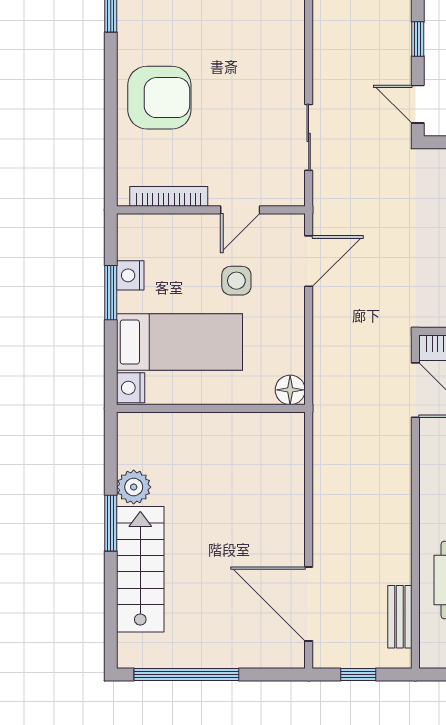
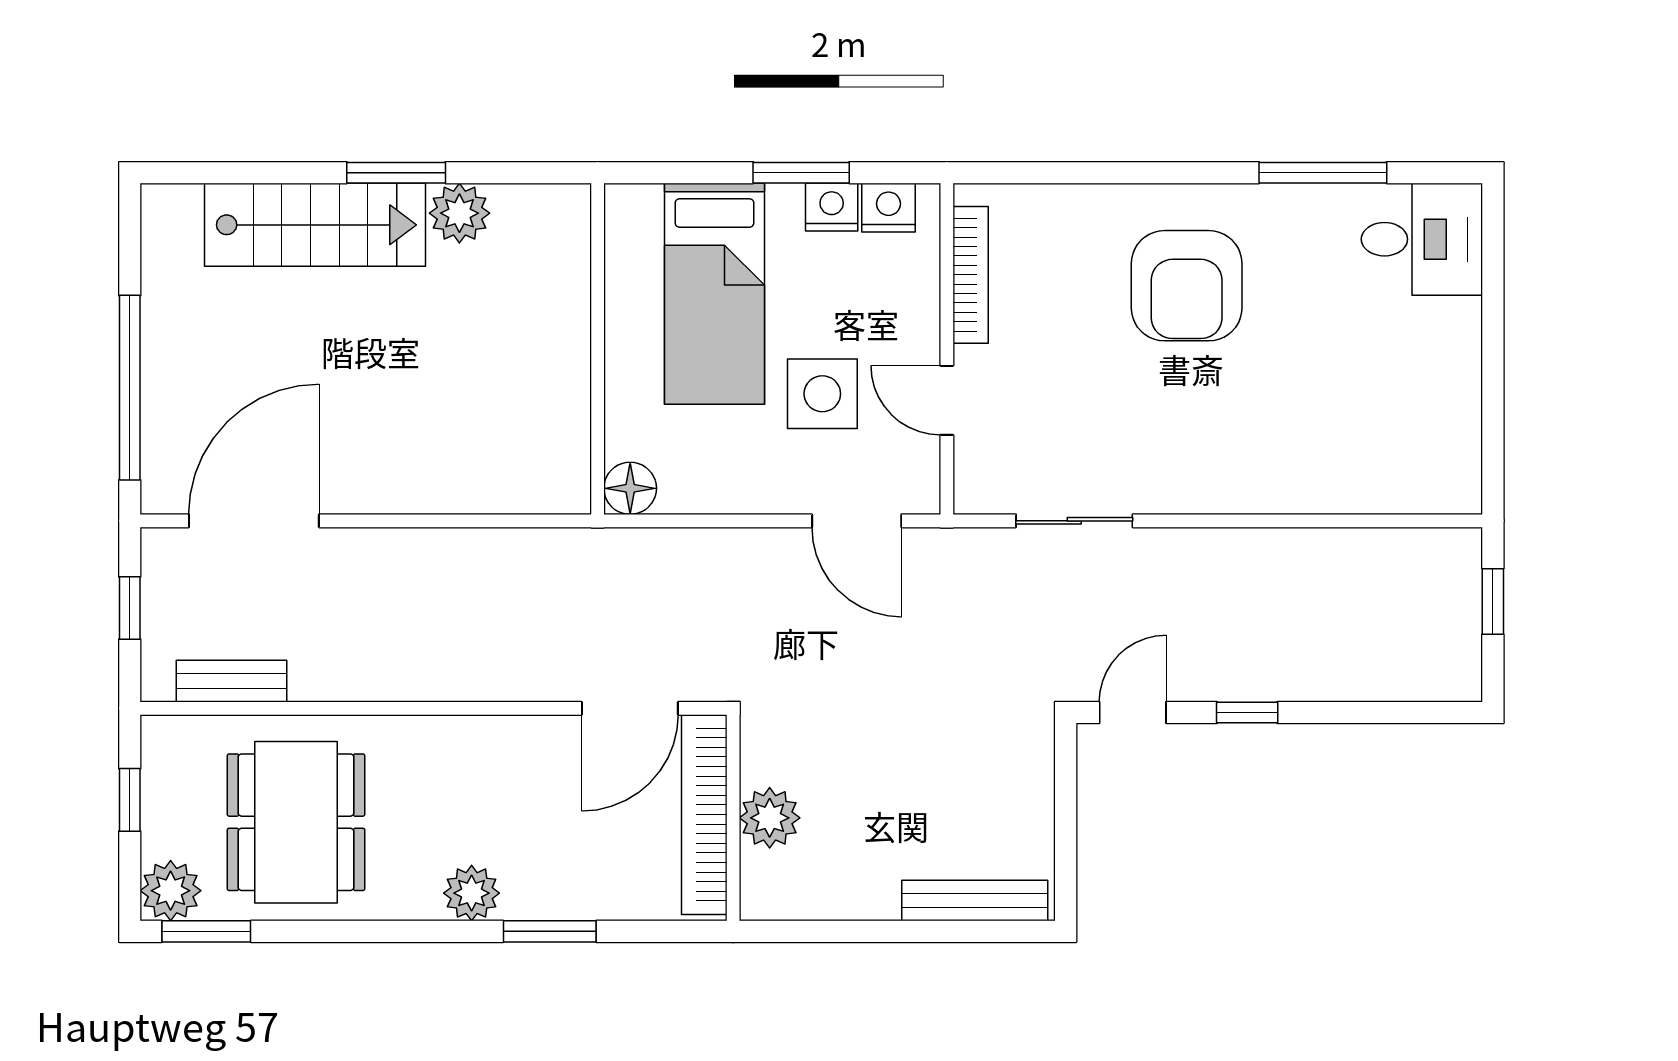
armchair: (159, 98) -> (1187, 286), moved
side table: (236, 281) -> (822, 394), width x1.37, depth x1.37
nightstand: (131, 388) -> (888, 208), moved
window: (186, 675) -> (130, 388), moved

